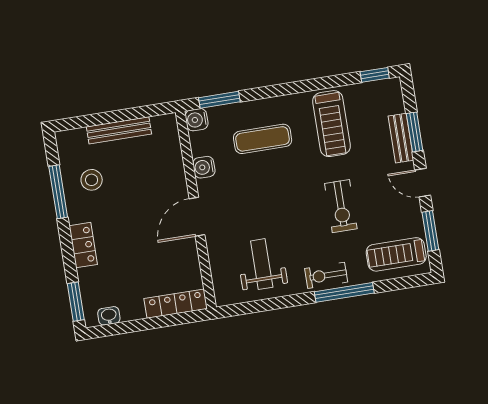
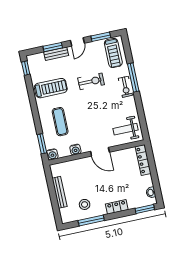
weight bench: (262, 264) -> (126, 129), moved

